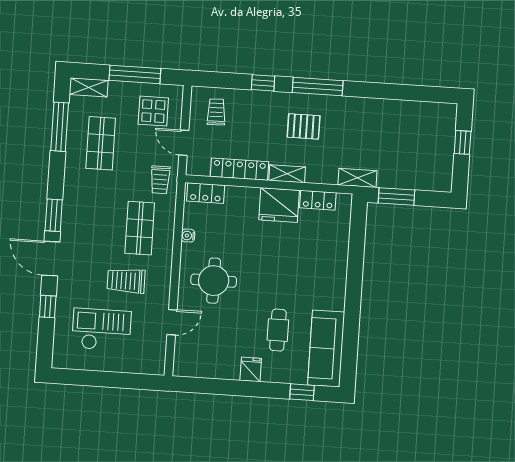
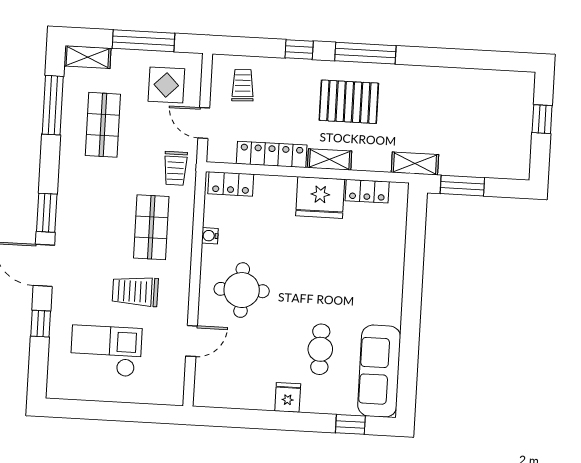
pallet: (304, 126) -> (349, 102), width x1.50, depth x1.42

